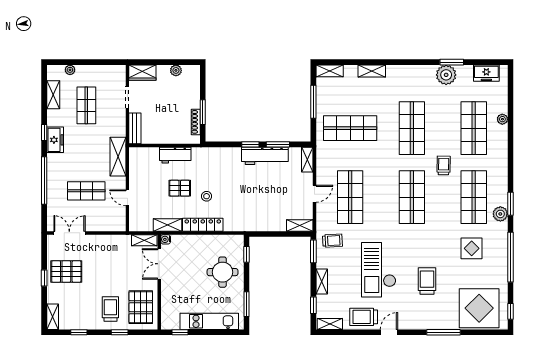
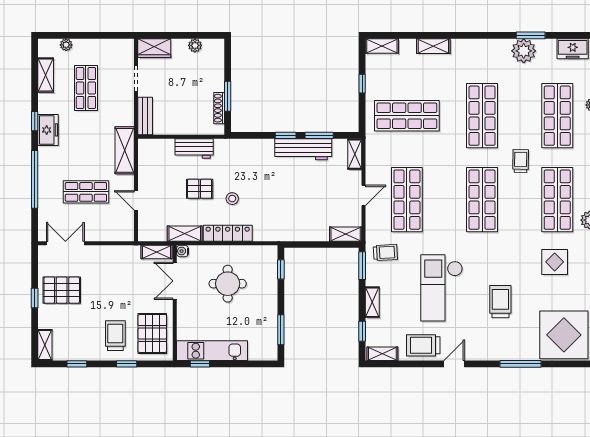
window: (313, 102) -> (362, 84), width x0.46
round table: (223, 272) -> (228, 284), moved
kitchen unit: (209, 321) -> (212, 351), moved

